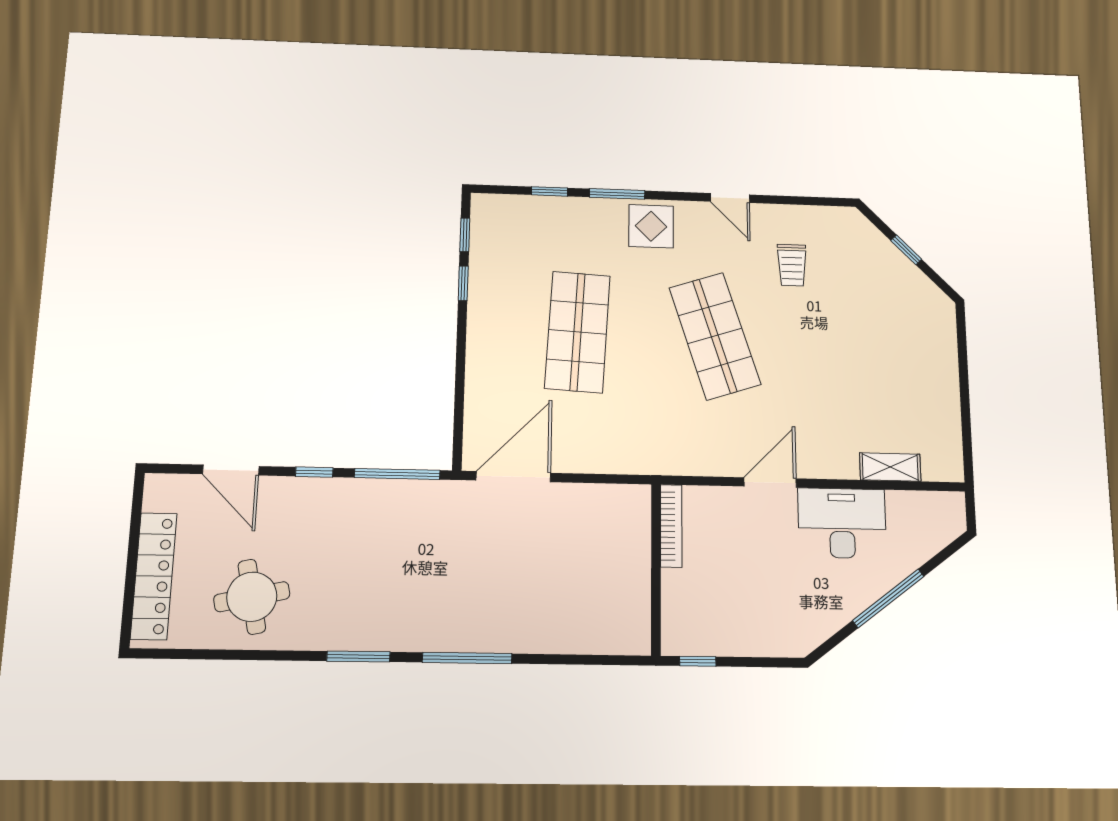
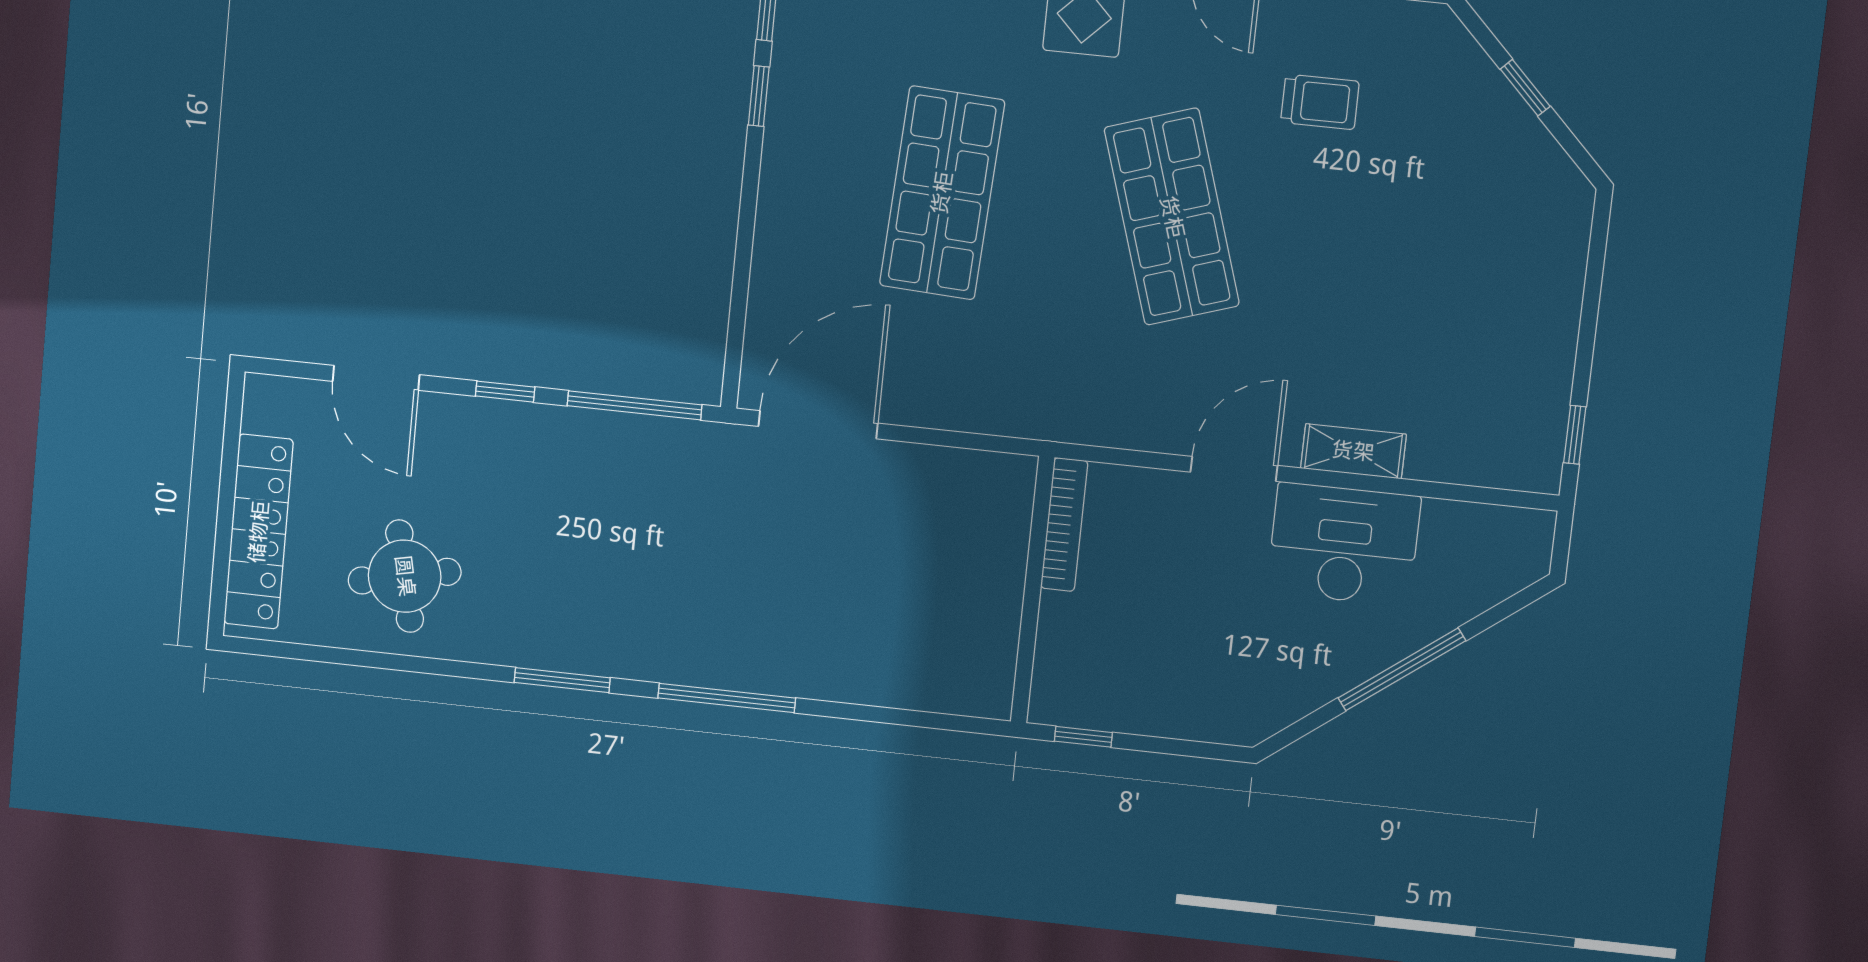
trolley: (792, 265) -> (1320, 102), turned -90
window: (967, 445) -> (1575, 435), added
shelving: (890, 467) -> (1353, 451), moved

